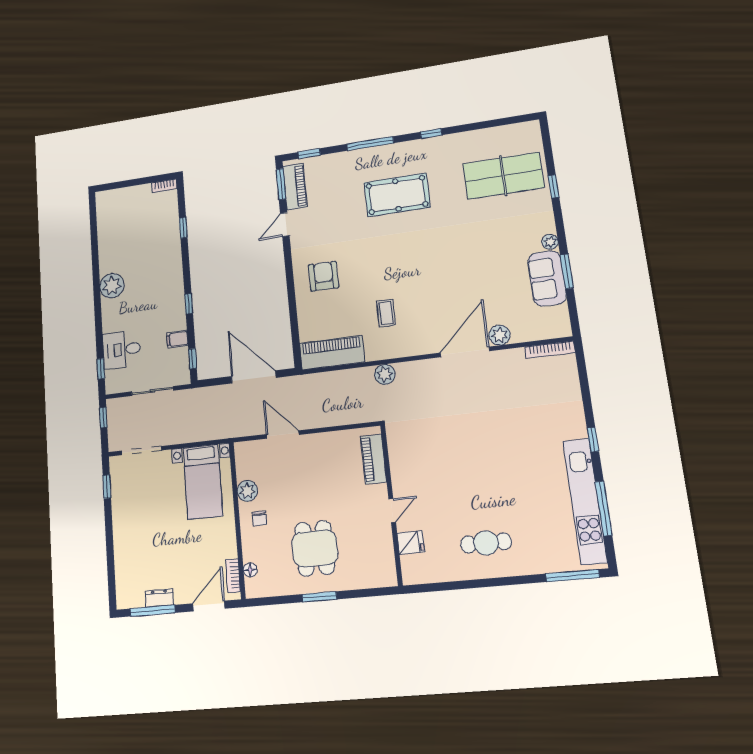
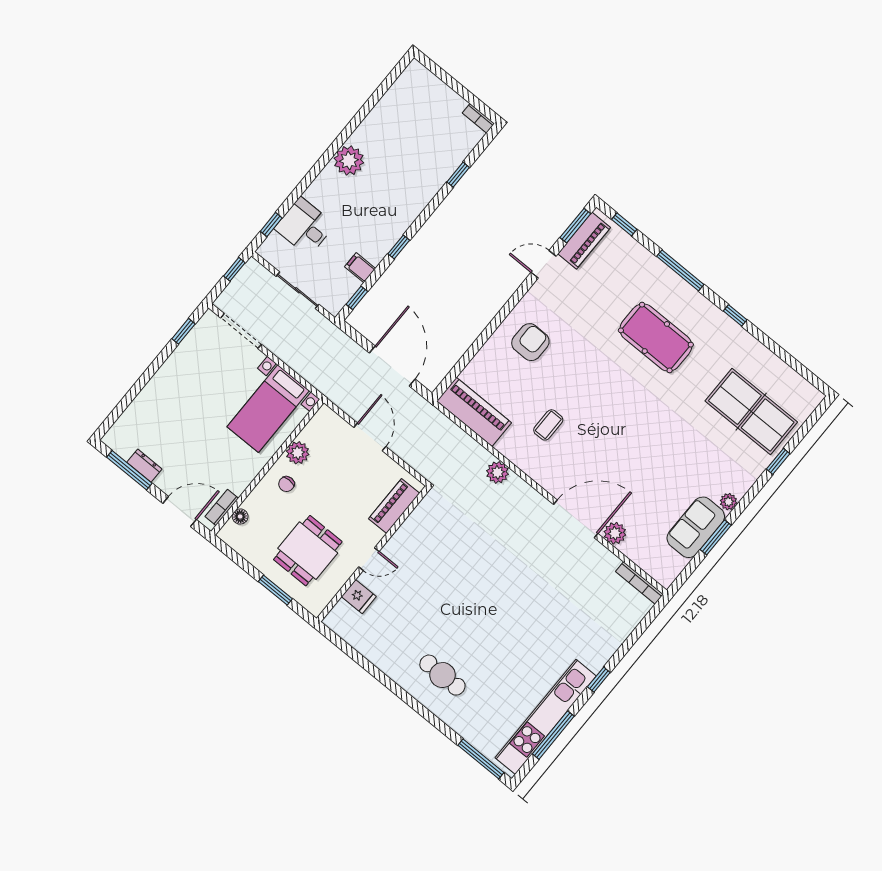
piano: (373, 459) -> (394, 506), moved
wall: (391, 504) -> (373, 554), moved
door: (392, 511) -> (369, 559), moved
fridge: (411, 542) -> (359, 597), moved

